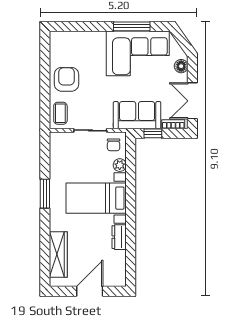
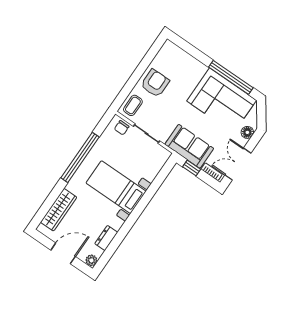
window: (132, 26) -> (231, 77), width x1.46
chair: (114, 145) -> (122, 128), moved
plant: (120, 165) -> (91, 260), moved
window: (45, 194) -> (80, 157), width x2.11
dresser: (119, 237) -> (106, 238), moved

